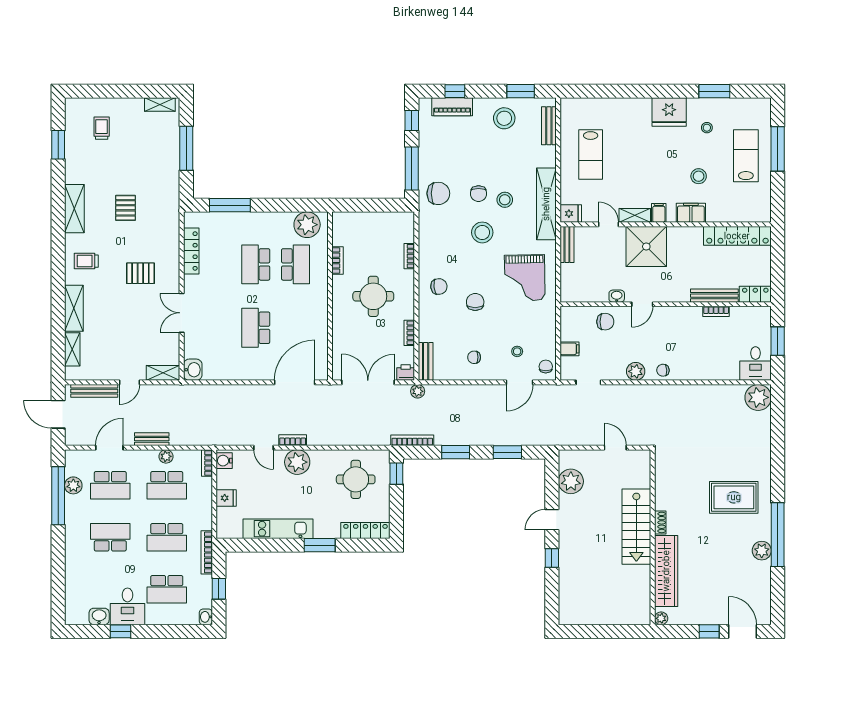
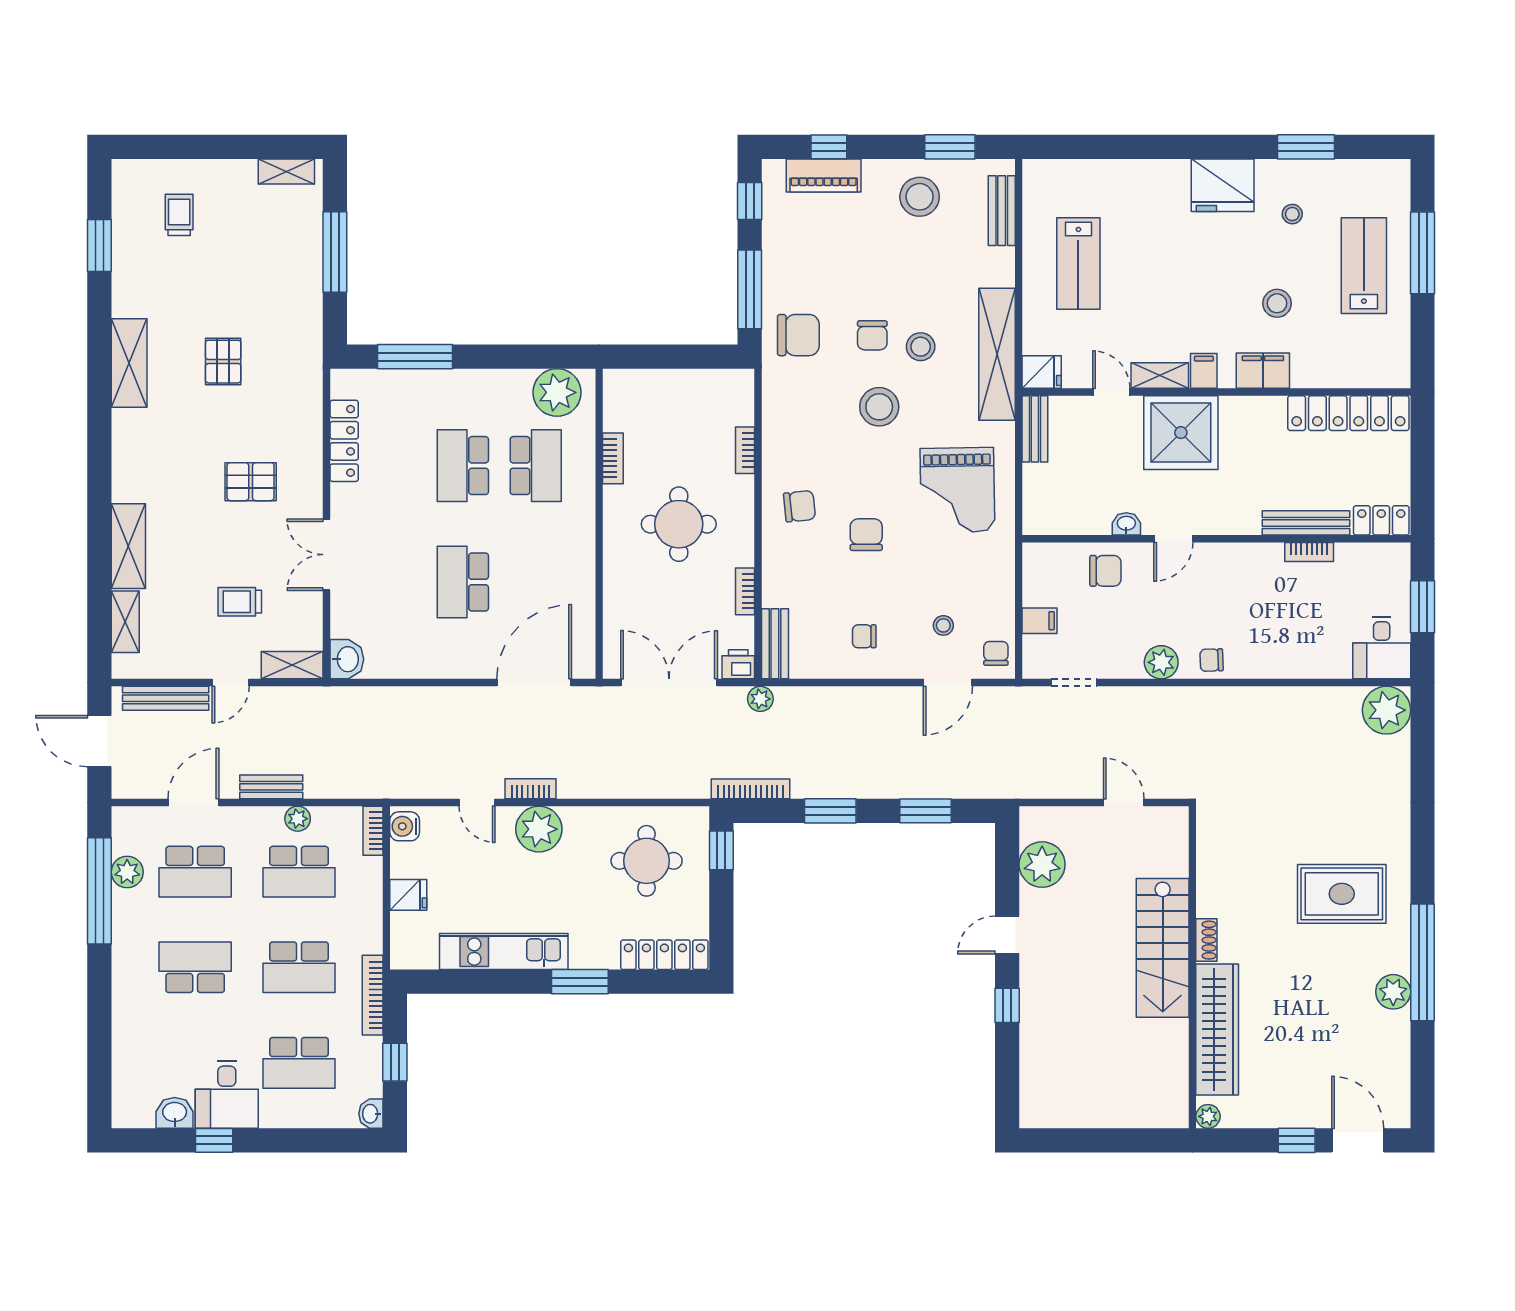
trolley: (86, 261) -> (240, 602), moved

